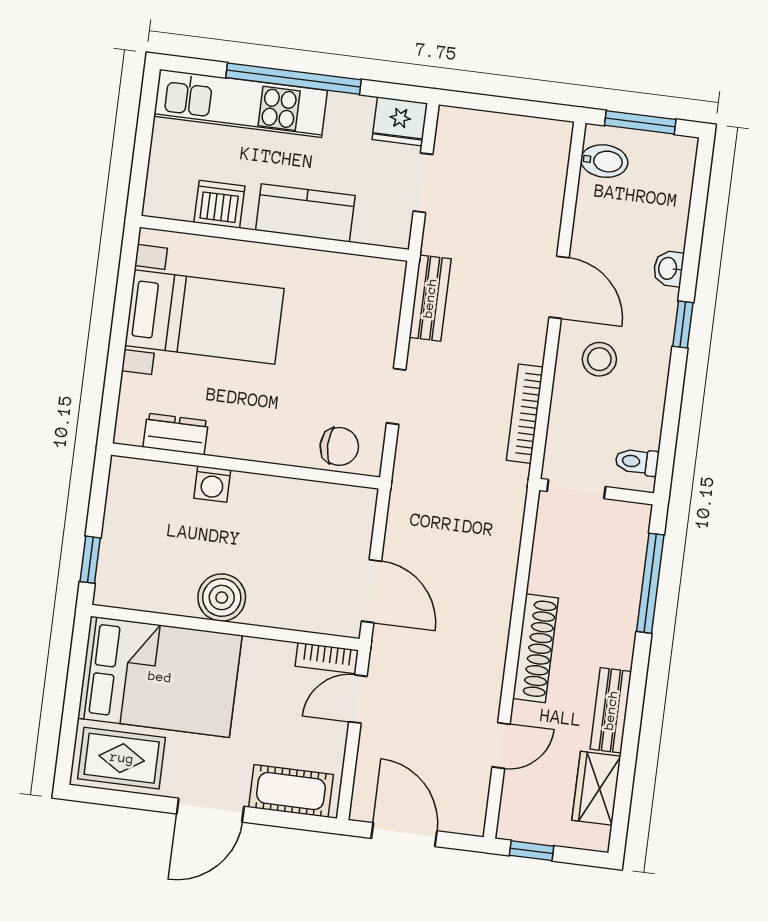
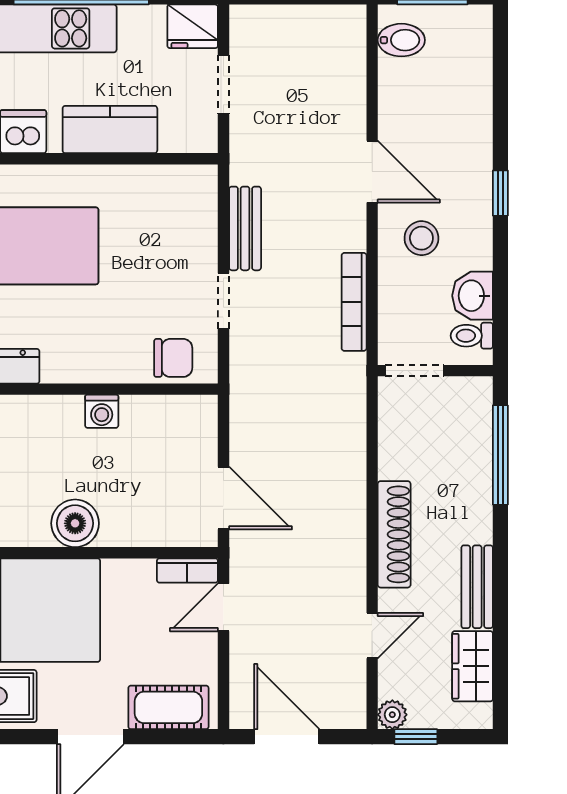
washbasin: (668, 268) -> (473, 296), moved, width x1.38, depth x1.45
bench: (430, 298) -> (245, 228), moved
washing machine: (212, 484) -> (102, 411), moved
plant: (511, 826) -> (392, 715), added

